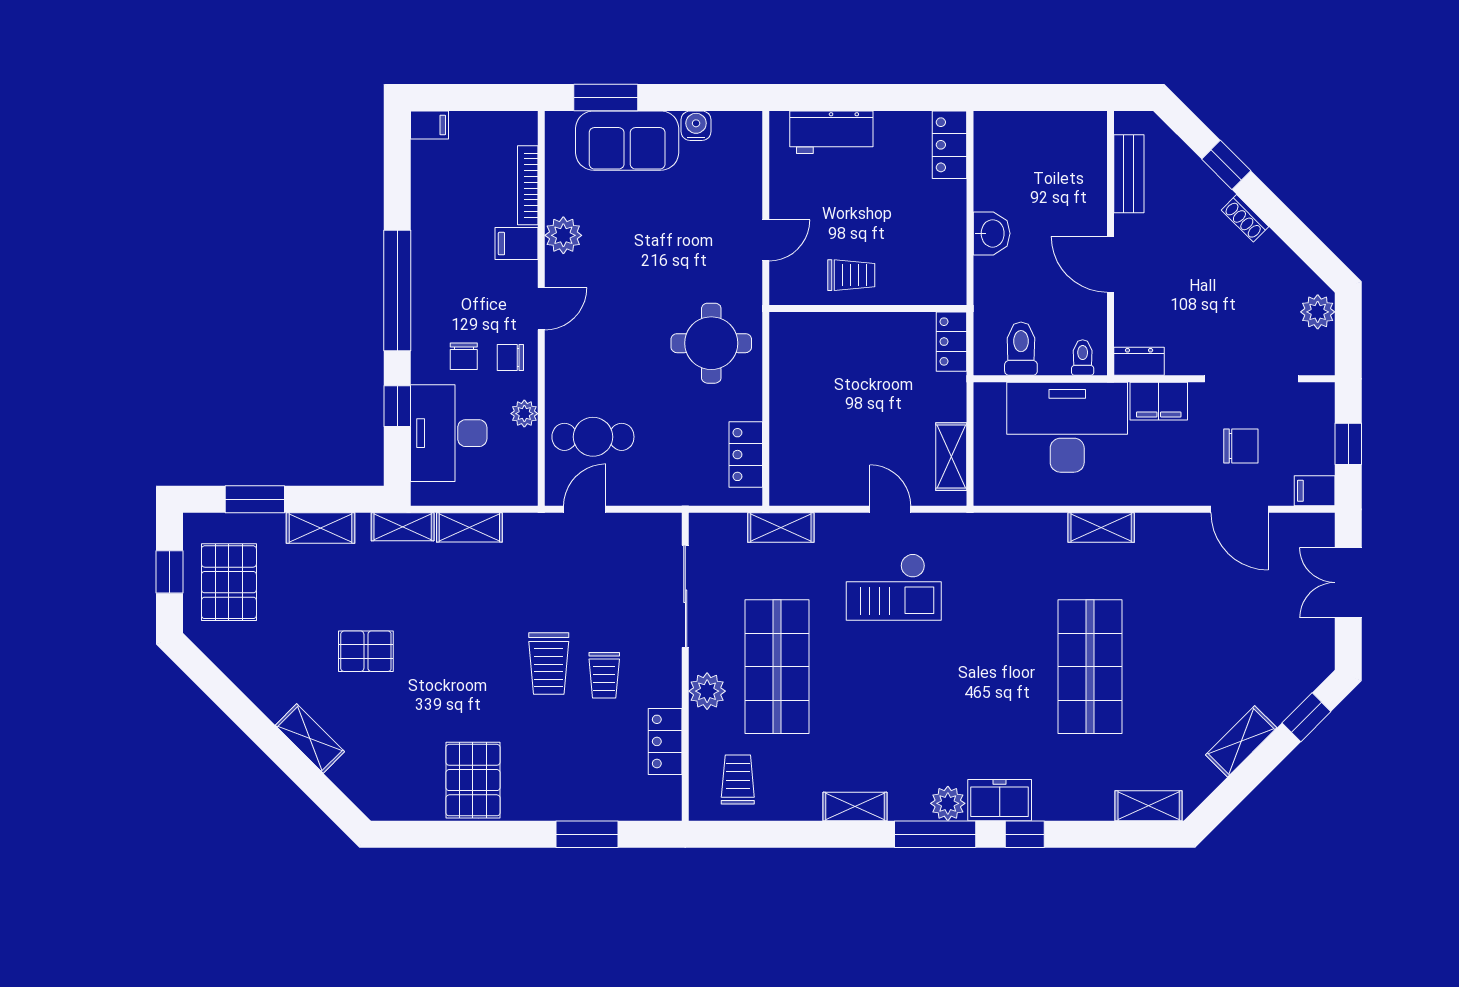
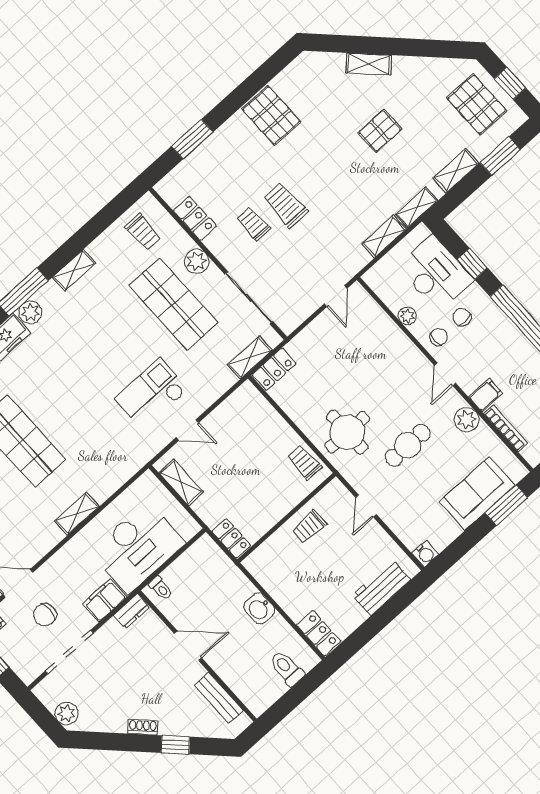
water cooler: (696, 126) -> (425, 554), moved
toilet: (1021, 349) -> (287, 668), moved, turned 180
trolley: (791, 353) -> (304, 463), added
cafe table: (593, 437) -> (408, 445), moved
locker: (746, 455) -> (274, 369), moved, turned 90
shelving: (781, 527) -> (250, 358), moved

